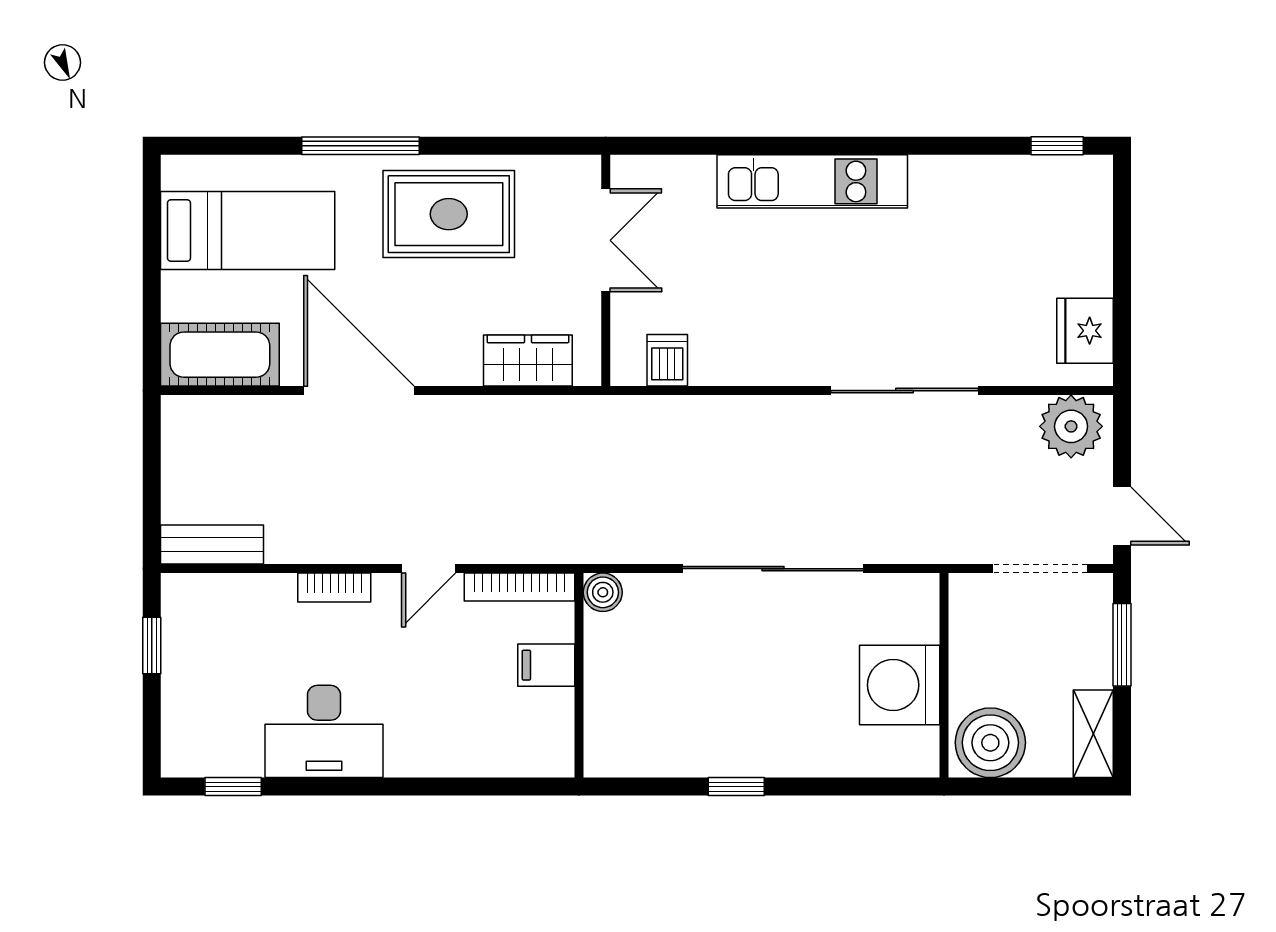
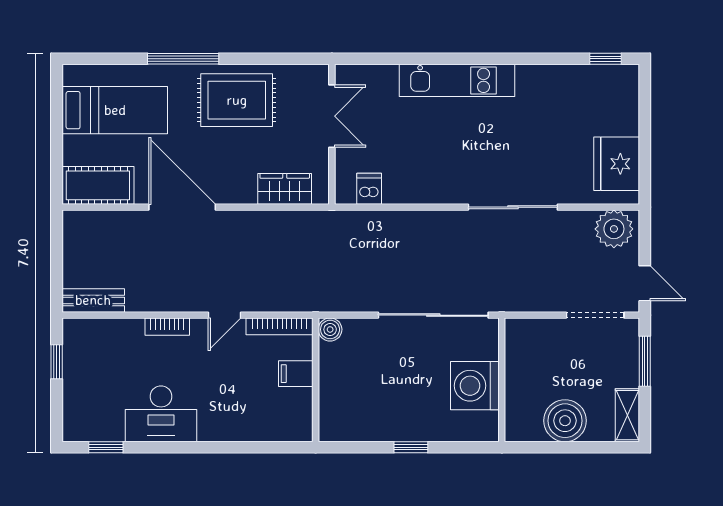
fridge: (1085, 331) -> (617, 164), width x1.36, depth x1.34
wall: (944, 675) -> (502, 380), moved
washing machine: (900, 685) -> (475, 386), moved

